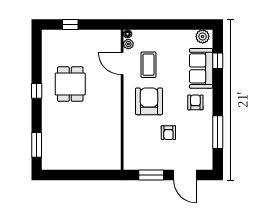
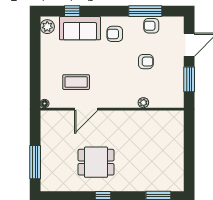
window: (70, 25) -> (35, 162), width x2.17
plant: (128, 44) -> (143, 103), moved
door: (122, 63) -> (86, 109), moved
armchair: (149, 101) -> (151, 26), moved, width x0.53, depth x0.53

